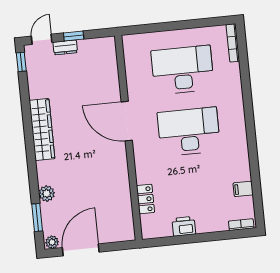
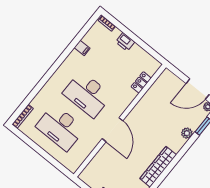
filing cabinet: (243, 189) -> (82, 48), moved
printer: (184, 226) -> (125, 42), moved

